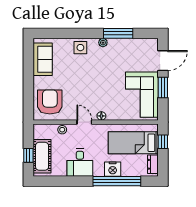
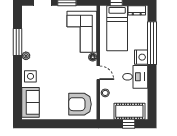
sofa: (43, 59) -> (30, 102), moved, turned 90
corner sofa: (142, 95) -> (82, 32), moved, turned 90
door: (84, 122) -> (98, 73), swing flipped
nightstand: (113, 169) -> (141, 57), moved

